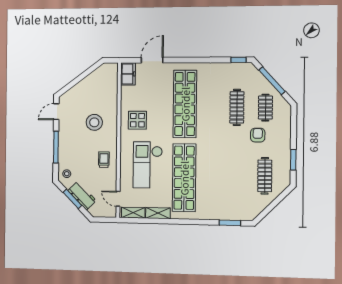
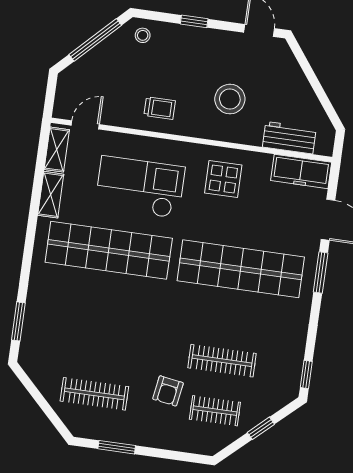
window: (181, 60) -> (321, 272), added
freezer: (128, 74) -> (301, 171), width x1.40
window: (272, 81) -> (261, 428), width x0.46
armchair: (258, 135) -> (168, 391), turned 99
window: (56, 147) -> (194, 21), width x0.46
workbench: (82, 196) -> (289, 138), moved, turned -135
window: (72, 199) -> (95, 40), width x1.44

